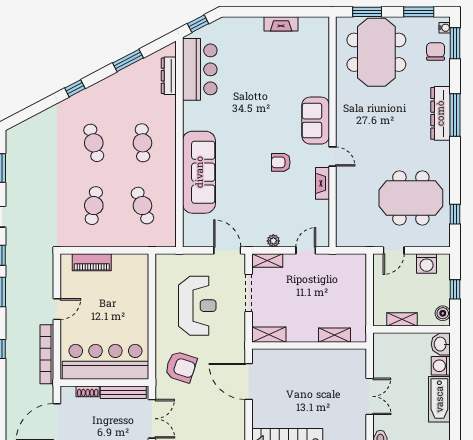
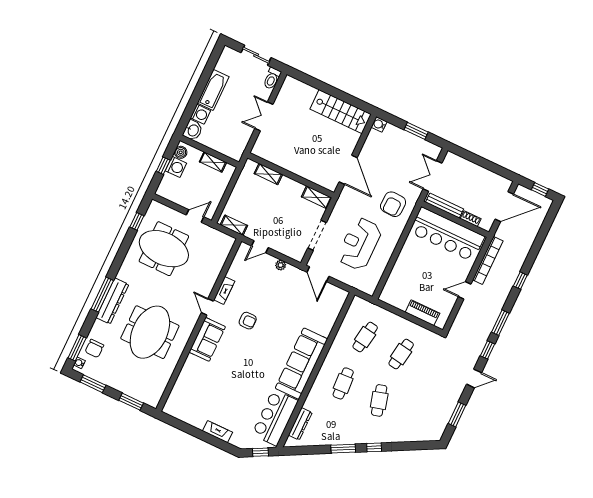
fireplace: (281, 24) -> (217, 432), moved
meeting table: (376, 52) -> (150, 332), moved
window: (128, 60) -> (343, 449), moved
sofa: (199, 172) -> (301, 364), moved
cafe table: (142, 206) -> (365, 337), turned 30
shelving: (267, 261) -> (234, 225), moved
washing machine: (427, 264) -> (176, 167), moved, turned 90
armchair: (181, 367) -> (393, 204), turned -106

